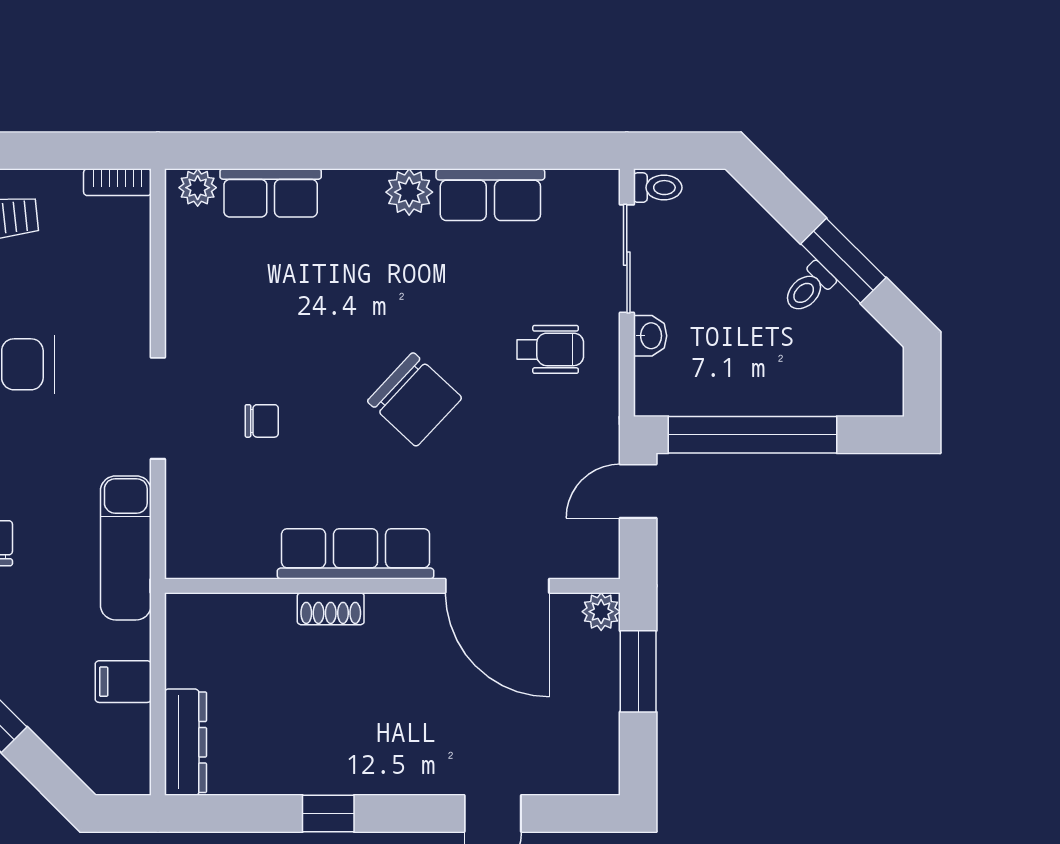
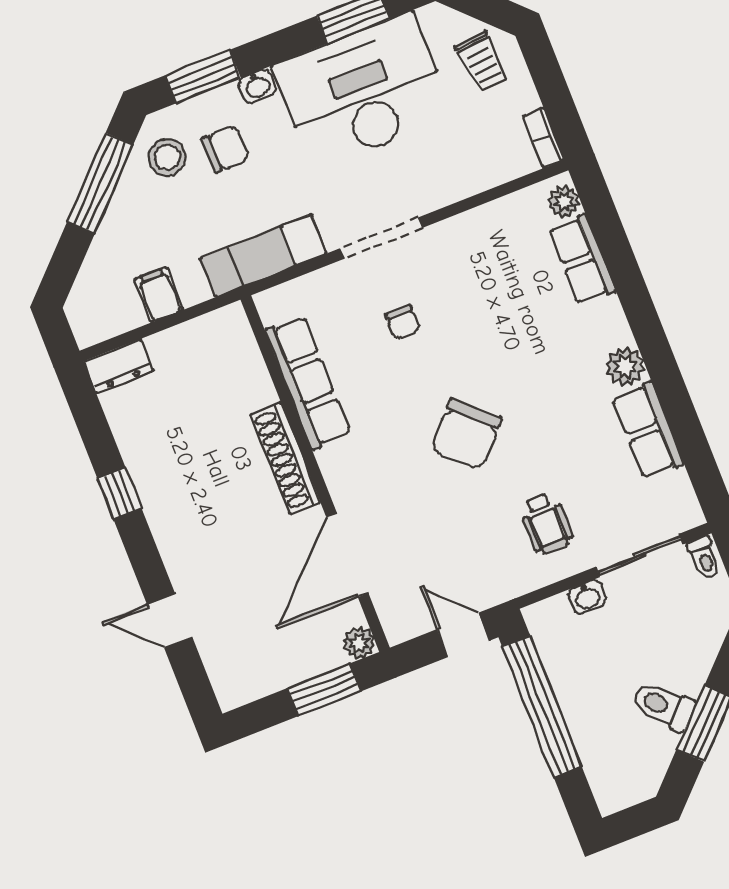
toilet: (809, 288) -> (663, 706), width x1.37, depth x1.39
row of seats: (356, 554) -> (308, 383), moved
shoe rack: (331, 609) -> (285, 458), width x1.94, depth x1.24
dresser: (185, 742) -> (119, 366), width x0.70

